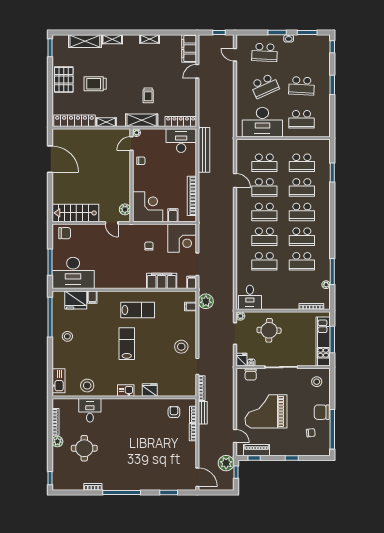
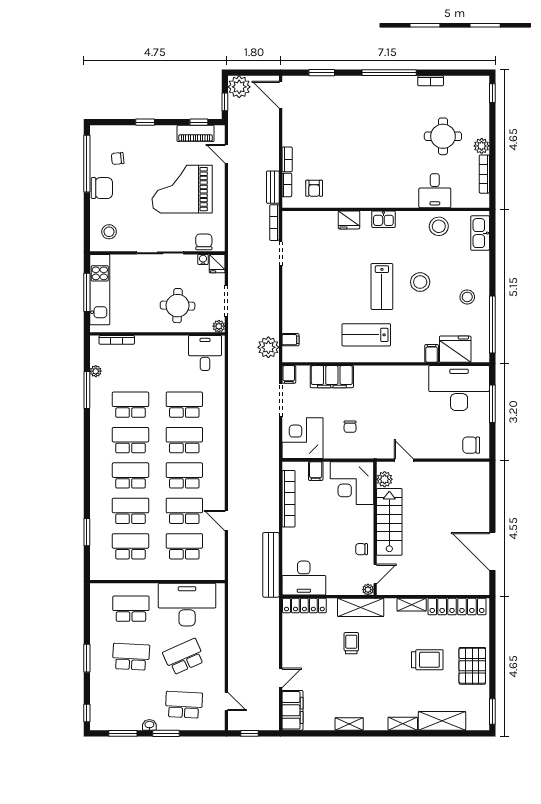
stairs: (75, 213) -> (389, 522), moved, turned -90
stool: (181, 347) -> (420, 282), moved
grand piano: (266, 411) -> (182, 189), turned 180
plant: (226, 463) -> (239, 87), moved

